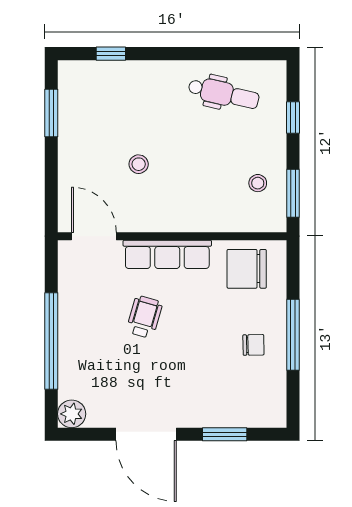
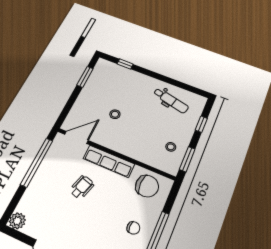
door: (94, 236) -> (76, 137), hinge flipped
chair: (247, 269) -> (147, 186), turned 180
window: (51, 341) -> (37, 162), moved

